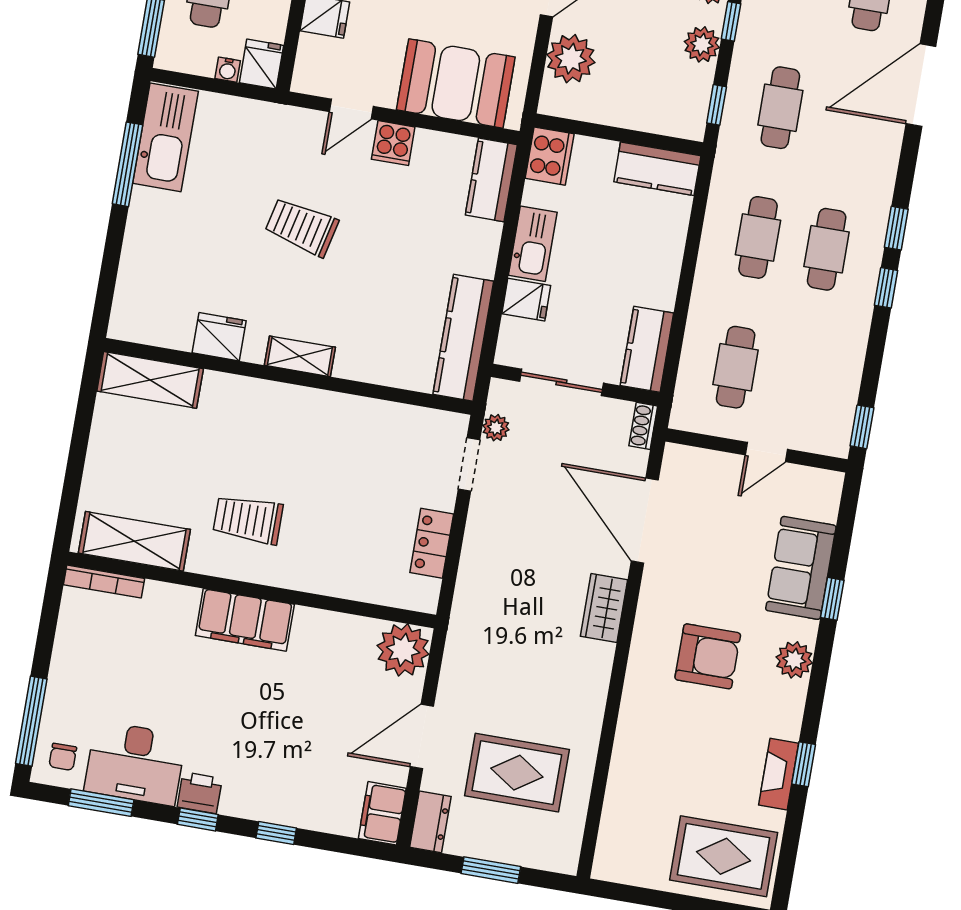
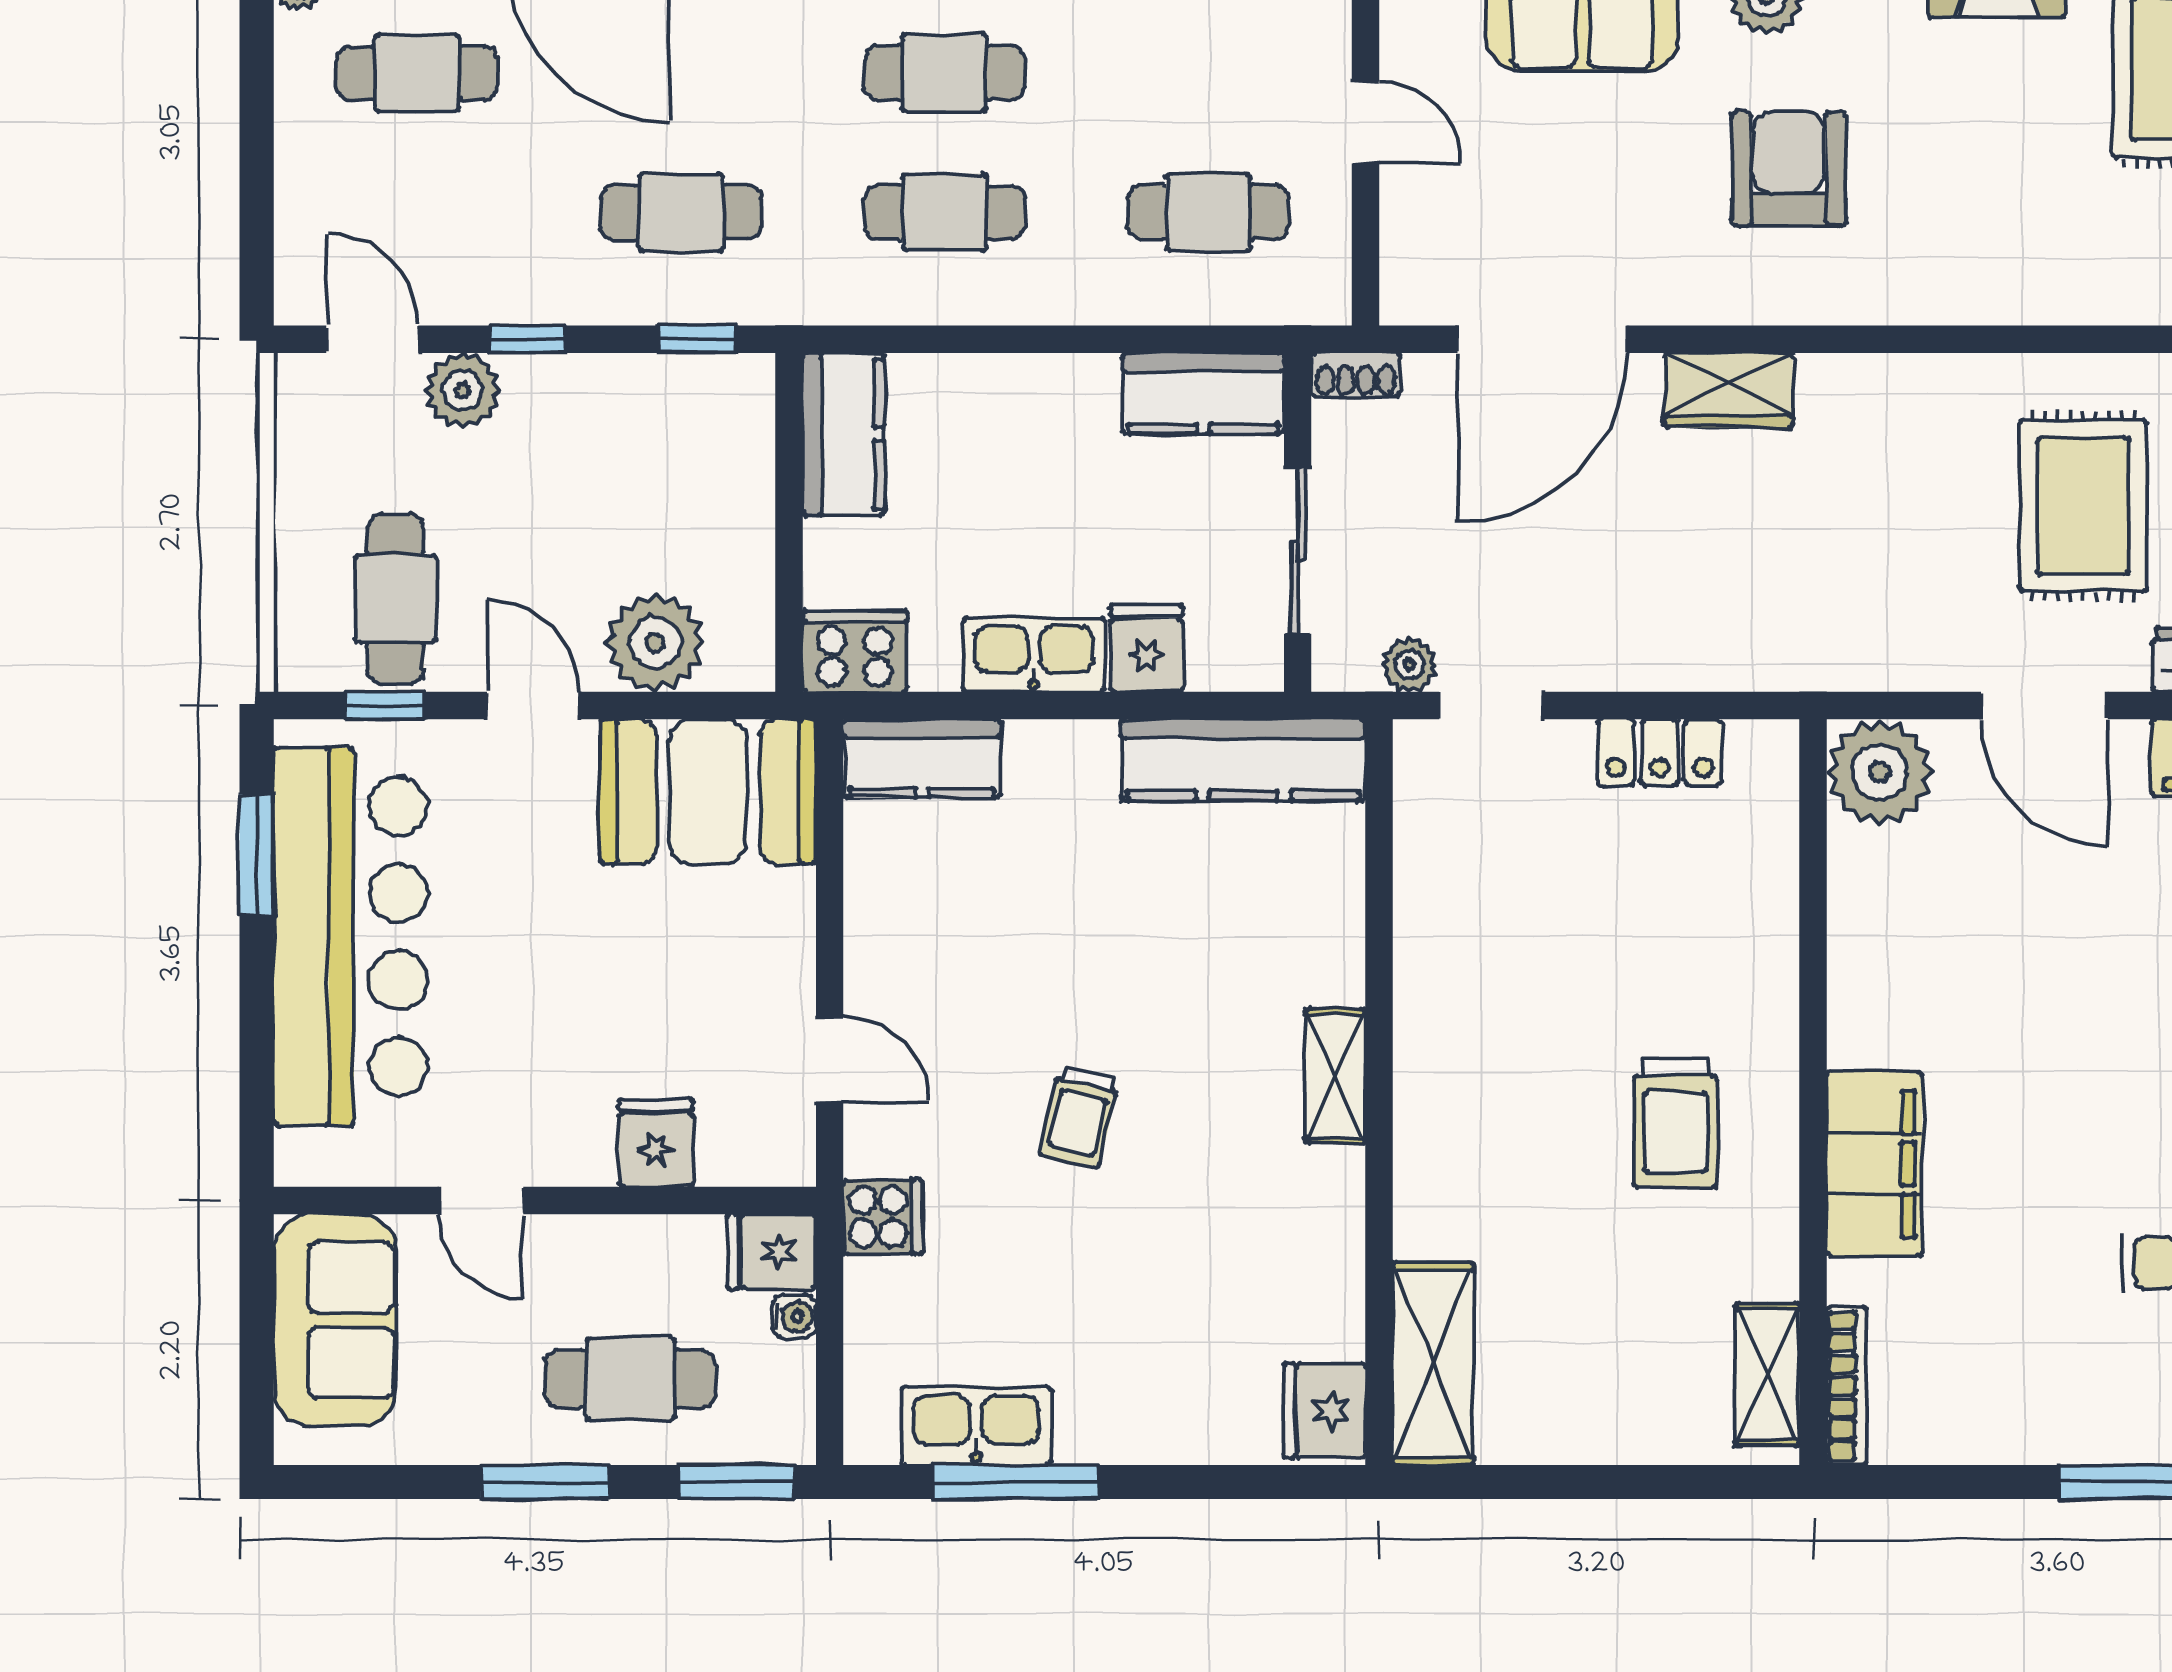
plant: (702, 44) -> (583, 389), removed
booth: (456, 83) -> (708, 792), moved, turned 90
kitchen sink: (165, 137) -> (976, 1426), width x0.73, depth x0.81
cooker: (393, 143) -> (883, 1217), moved
trolley: (302, 227) -> (1079, 1117), width x0.73, depth x0.72
fridge: (219, 337) -> (1324, 1411), moved
shelving: (134, 541) -> (1768, 1375), width x0.67, depth x0.75
filing cabinet: (245, 620) -> (1875, 1164), moved

